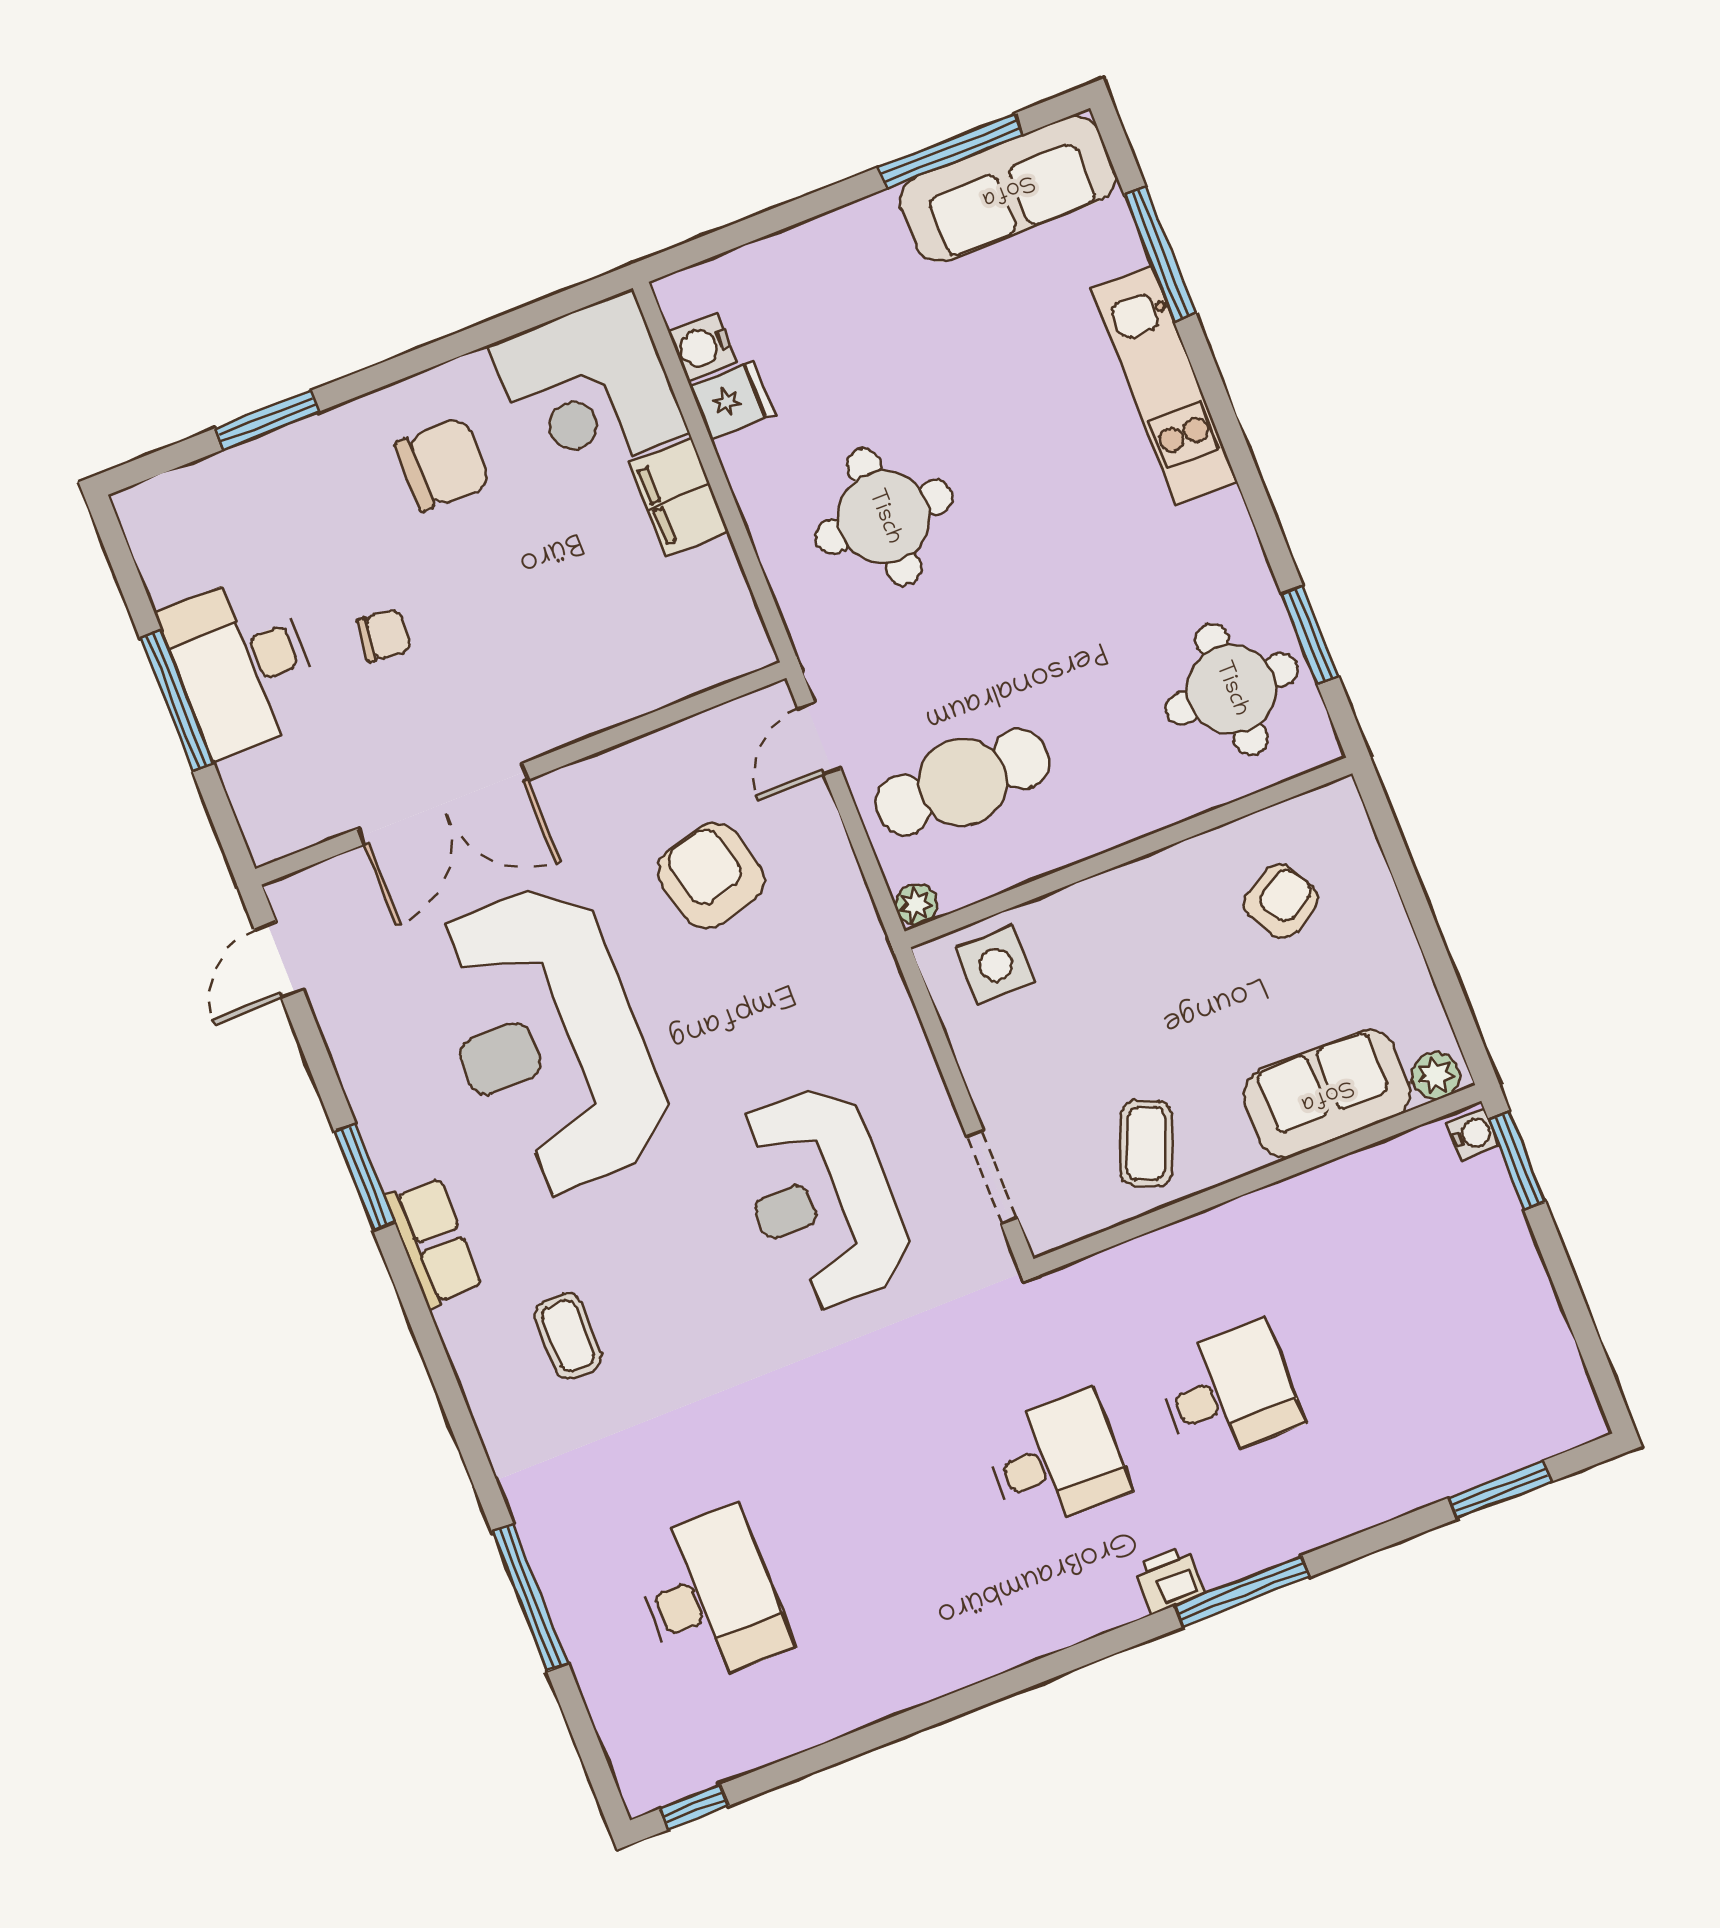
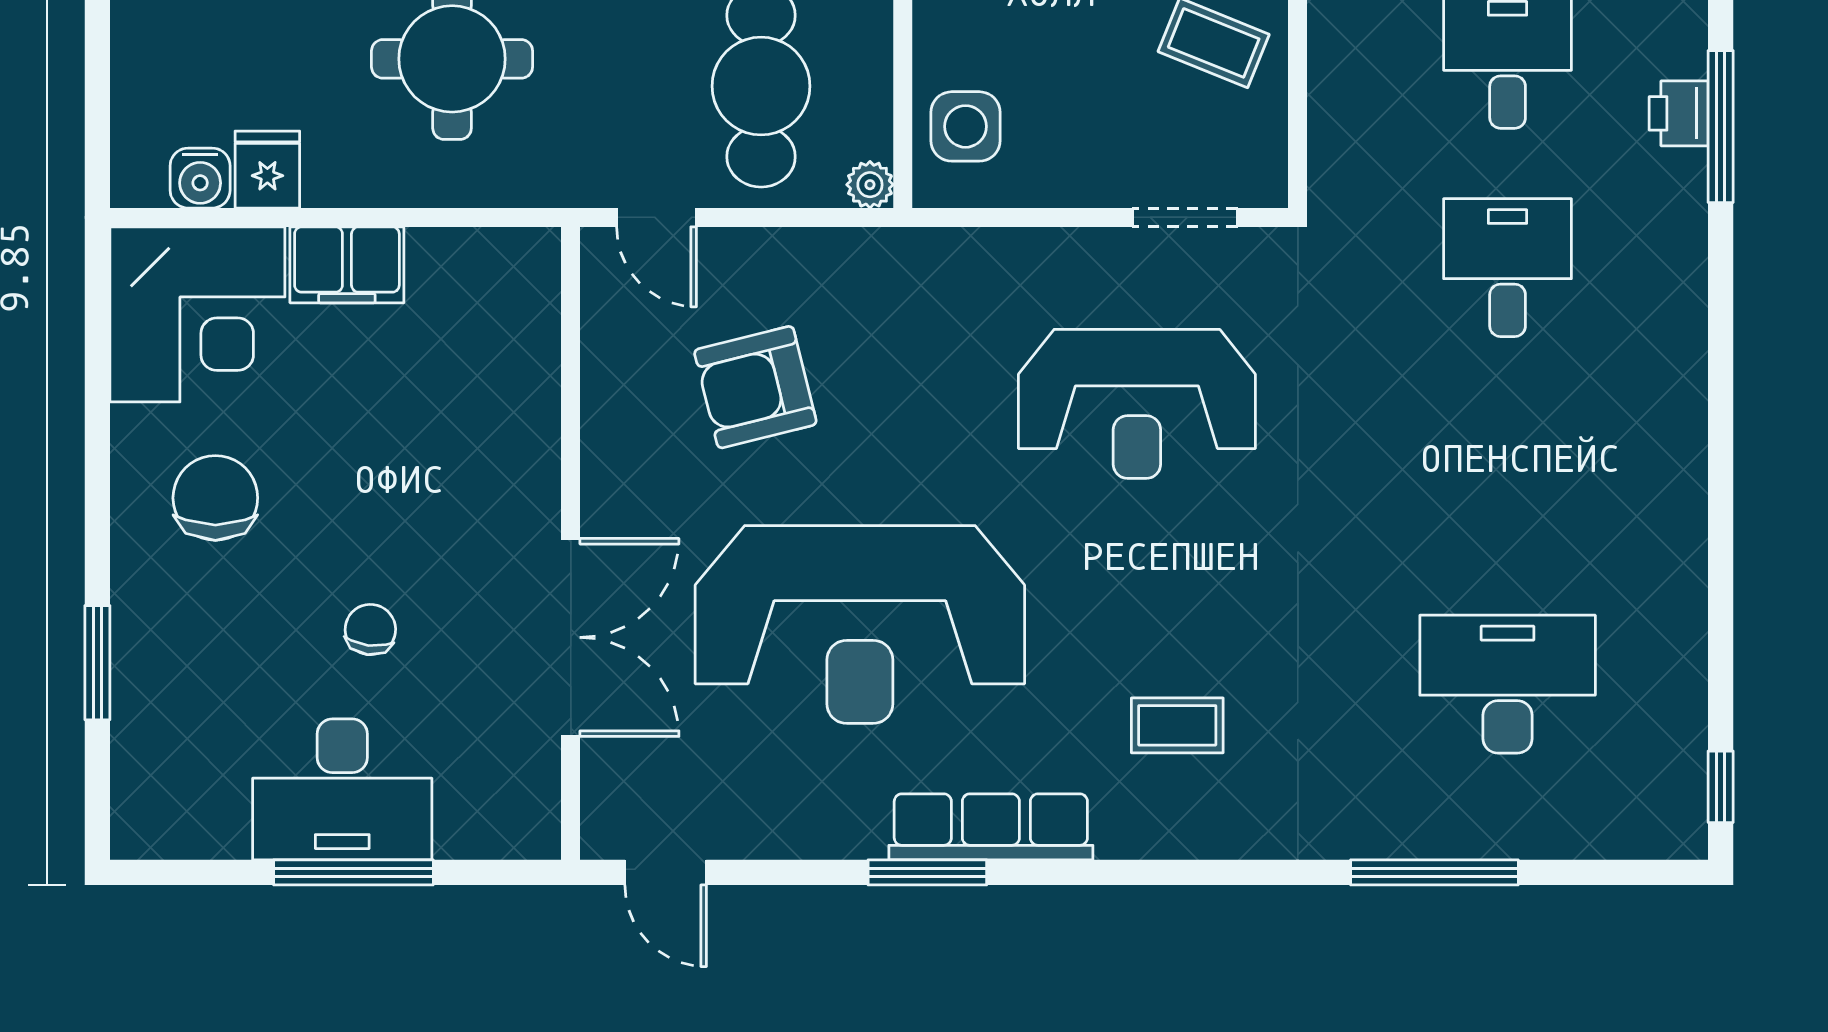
row of seats: (434, 1242) -> (991, 827), width x1.48
printer: (1169, 1580) -> (1679, 113), moved

